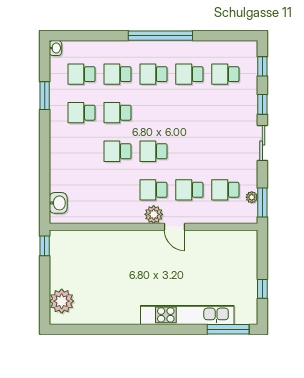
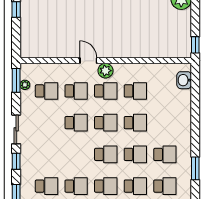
school desk: (153, 113) -> (106, 154), added
school desk: (189, 151) -> (76, 123), added
school desk: (117, 190) -> (135, 91), added

